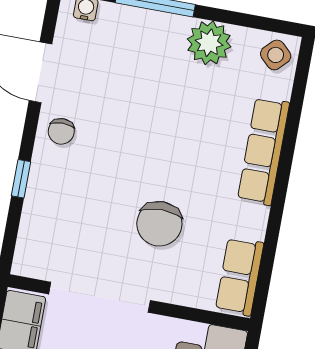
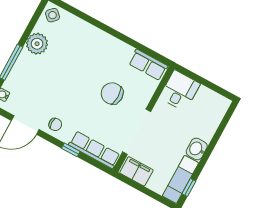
row of seats: (264, 151) -> (94, 150), moved, turned 180
chair: (159, 224) -> (112, 93), turned 180

